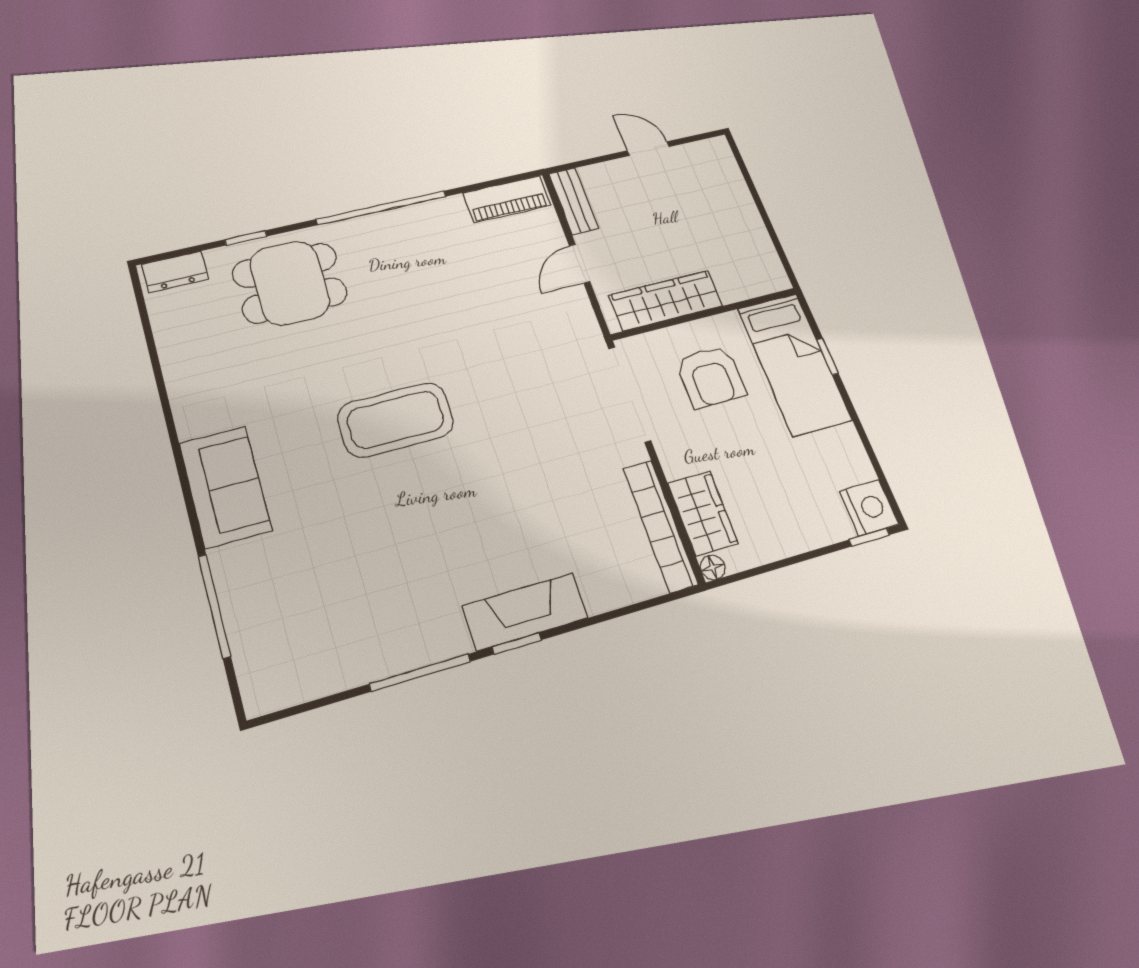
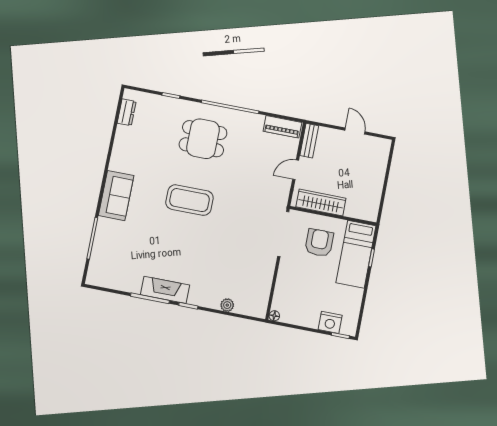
dresser: (175, 272) -> (127, 112), moved, turned -90
dining table: (290, 283) -> (203, 139), moved
armchair: (710, 377) -> (319, 243), turned 180
nightstand: (869, 508) -> (330, 322), moved, turned 90
wardrobe: (703, 513) -> (283, 294), removed
bookcase: (660, 526) -> (264, 291), removed
plant: (601, 597) -> (227, 305), added
fireplace: (525, 612) -> (165, 290), moved

